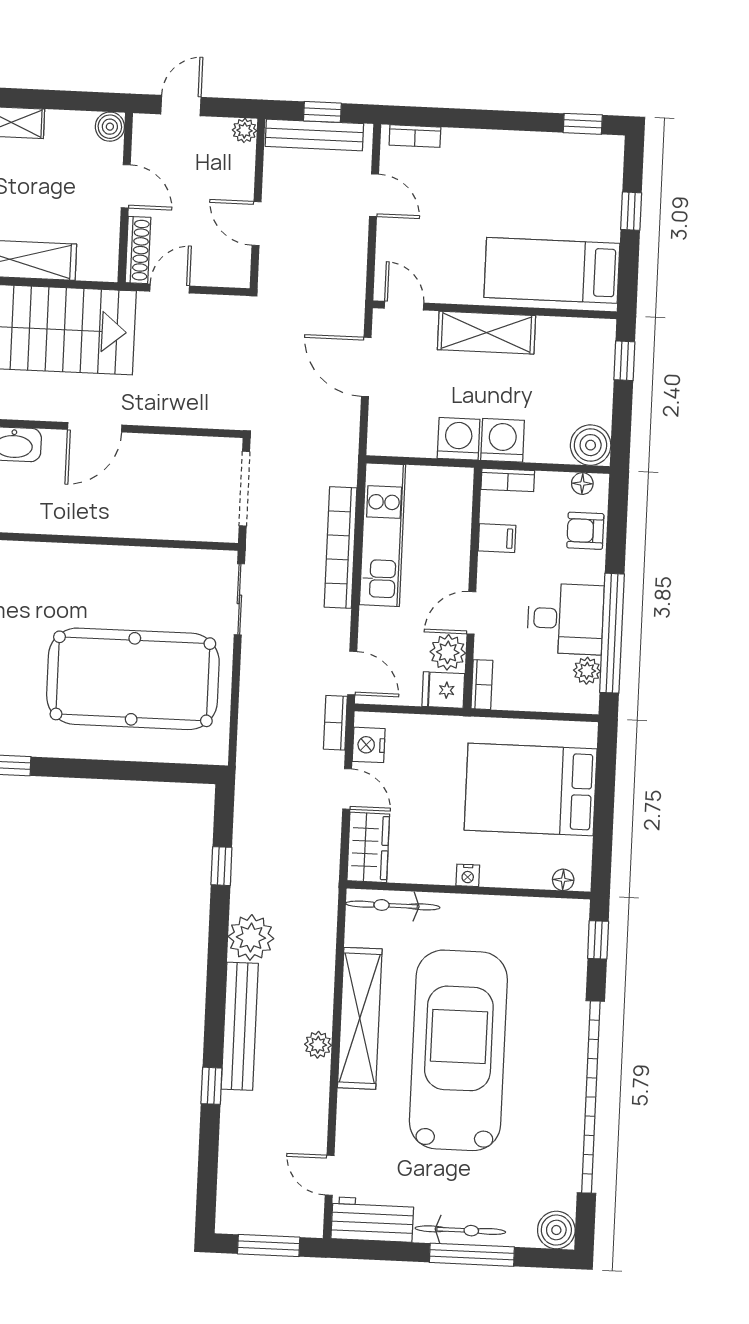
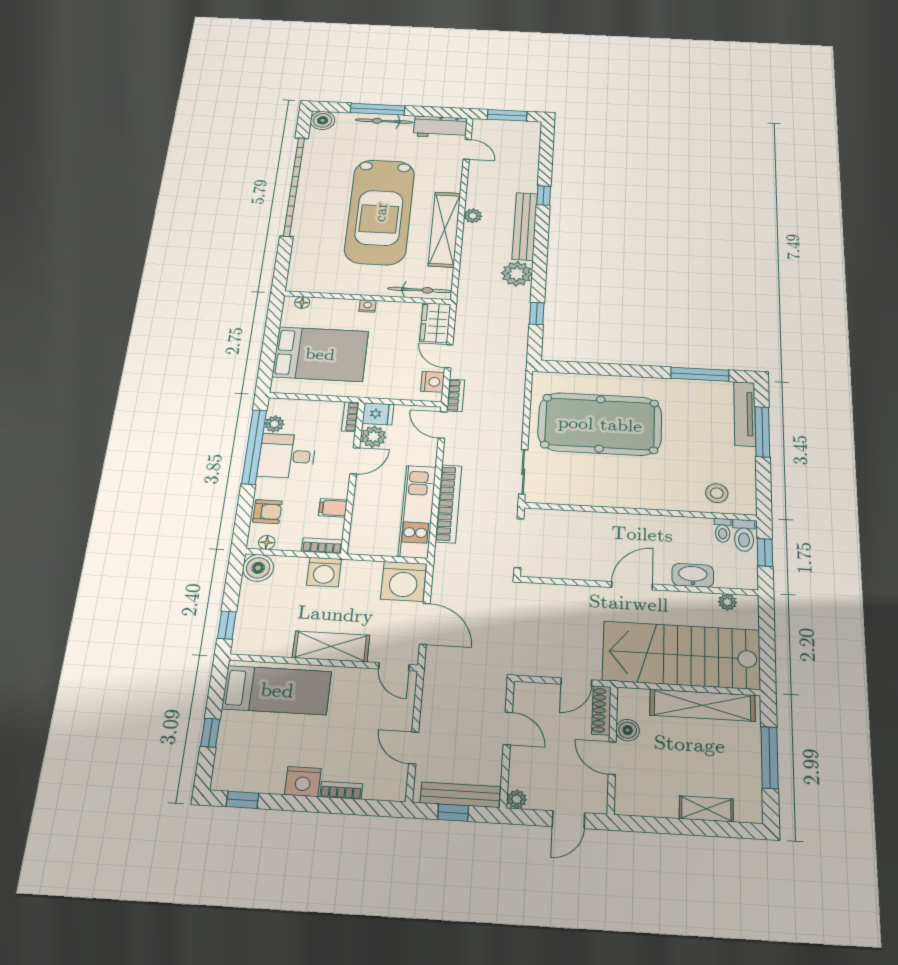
boiler: (110, 127) -> (628, 730), moved
bookcase: (415, 136) -> (341, 790), moved
nightstand: (510, 149) -> (303, 782), added
washing machine: (459, 439) -> (403, 581), moved, width x1.37, depth x1.37
window: (598, 940) -> (281, 269), removed

